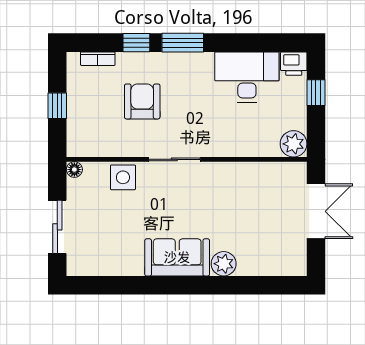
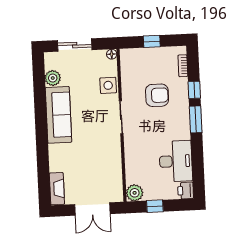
window: (316, 93) -> (155, 206), moved
sofa: (177, 257) -> (58, 115), width x1.36
plant: (224, 264) -> (53, 78), moved
fireplace: (281, 265) -> (57, 189), added

